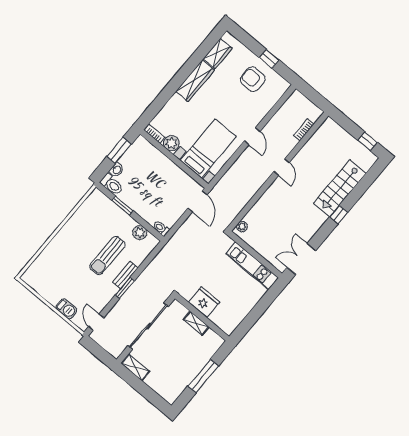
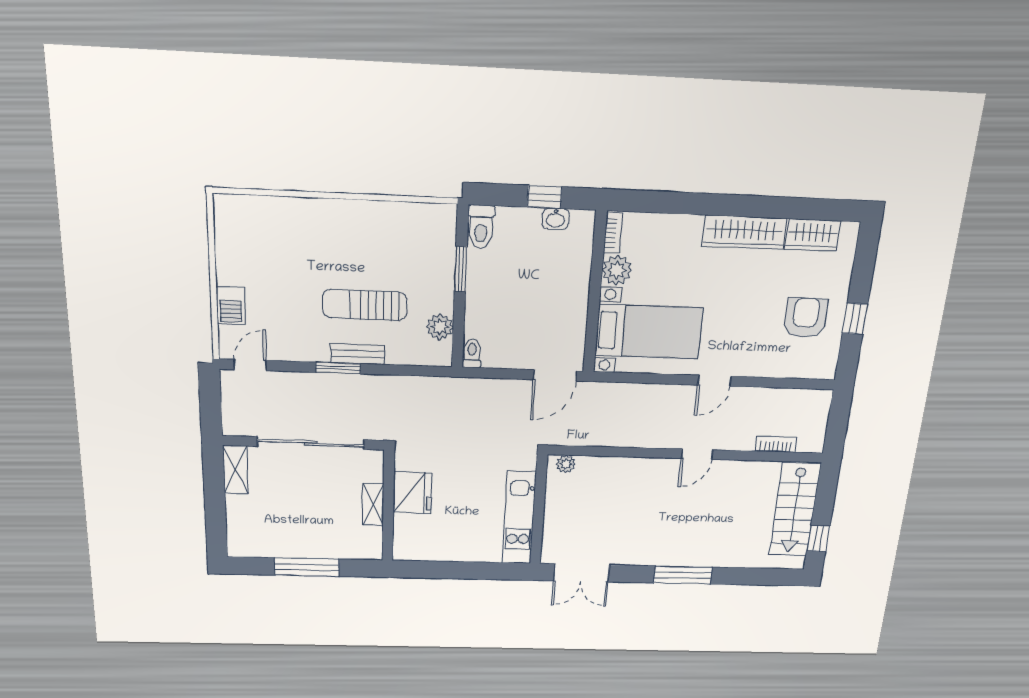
window: (119, 150) -> (545, 197), width x0.67
washbasin: (117, 170) -> (556, 219), moved
stairs: (340, 188) -> (795, 510), moved, turned -90
window: (339, 215) -> (683, 575), width x2.17
double door: (301, 259) -> (581, 573), swing flipped

